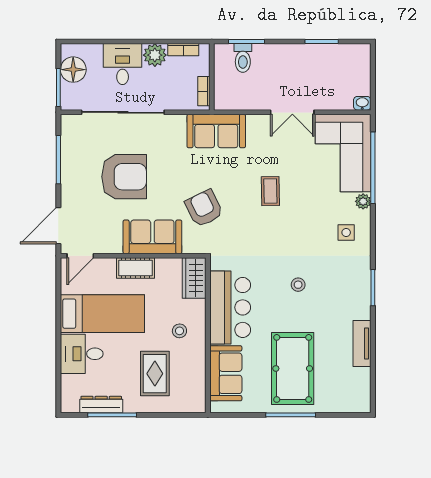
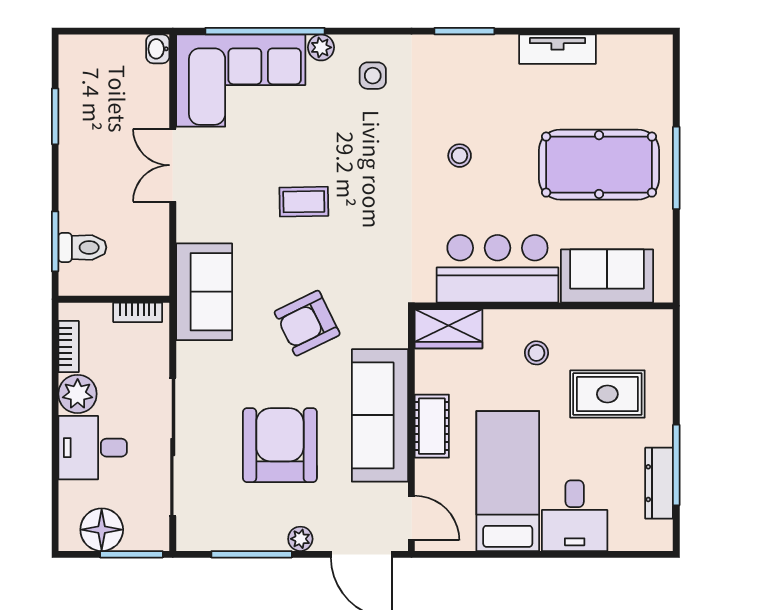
double door: (292, 112) -> (173, 165), swing flipped
plant: (68, 189) -> (300, 539), added
armchair: (204, 208) -> (307, 323), moved
sofa: (152, 237) -> (380, 415), width x1.36

